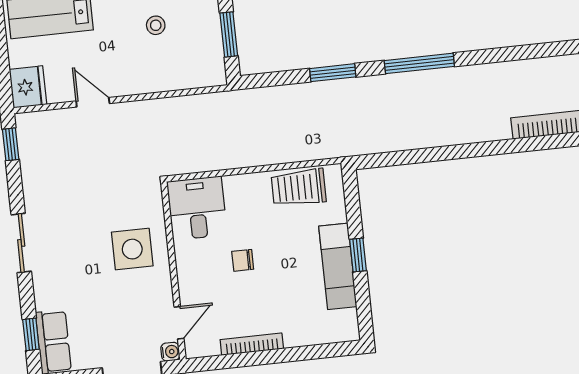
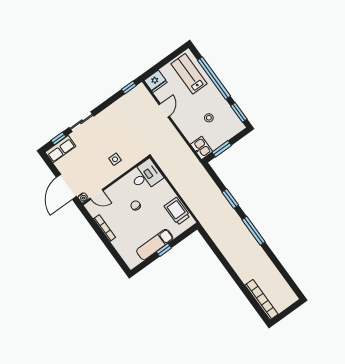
kitchen sink: (205, 72) -> (201, 148), added
sliding door: (21, 243) -> (82, 122), moved
side table: (132, 249) -> (115, 159), width x0.54, depth x0.54

